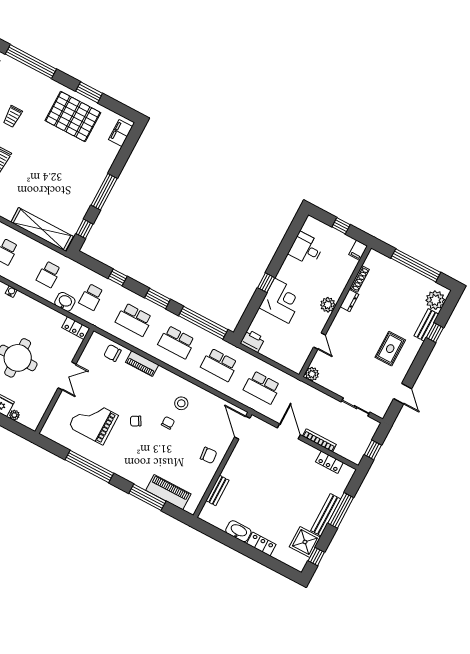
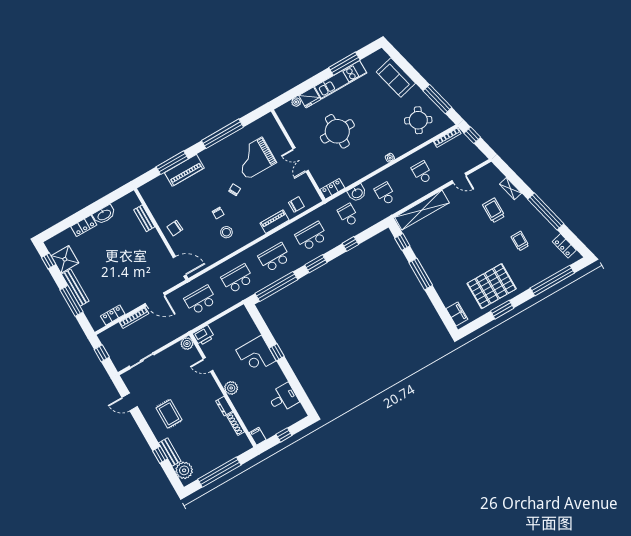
printer: (253, 341) -> (203, 335), moved
grand piano: (93, 421) -> (254, 158), turned 180
piano: (168, 492) -> (184, 170), moved

